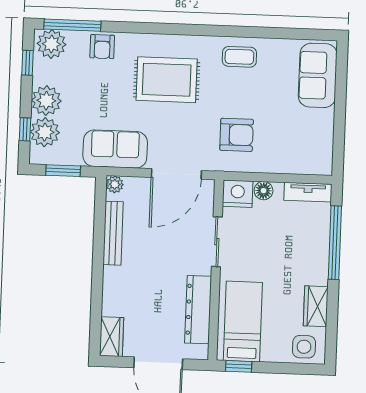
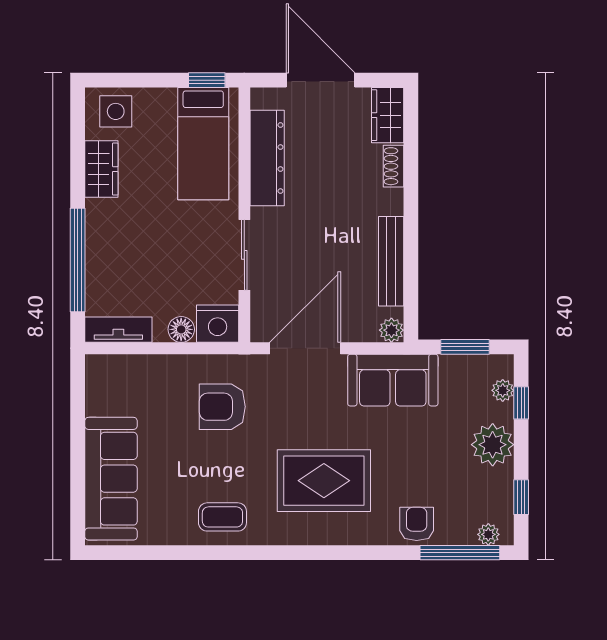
plant: (51, 44) -> (488, 534), width x0.53, depth x0.53
sofa: (318, 75) -> (111, 479), width x1.36
plant: (45, 132) -> (503, 390), width x0.53, depth x0.53
shoe rack: (109, 300) -> (394, 166), added

